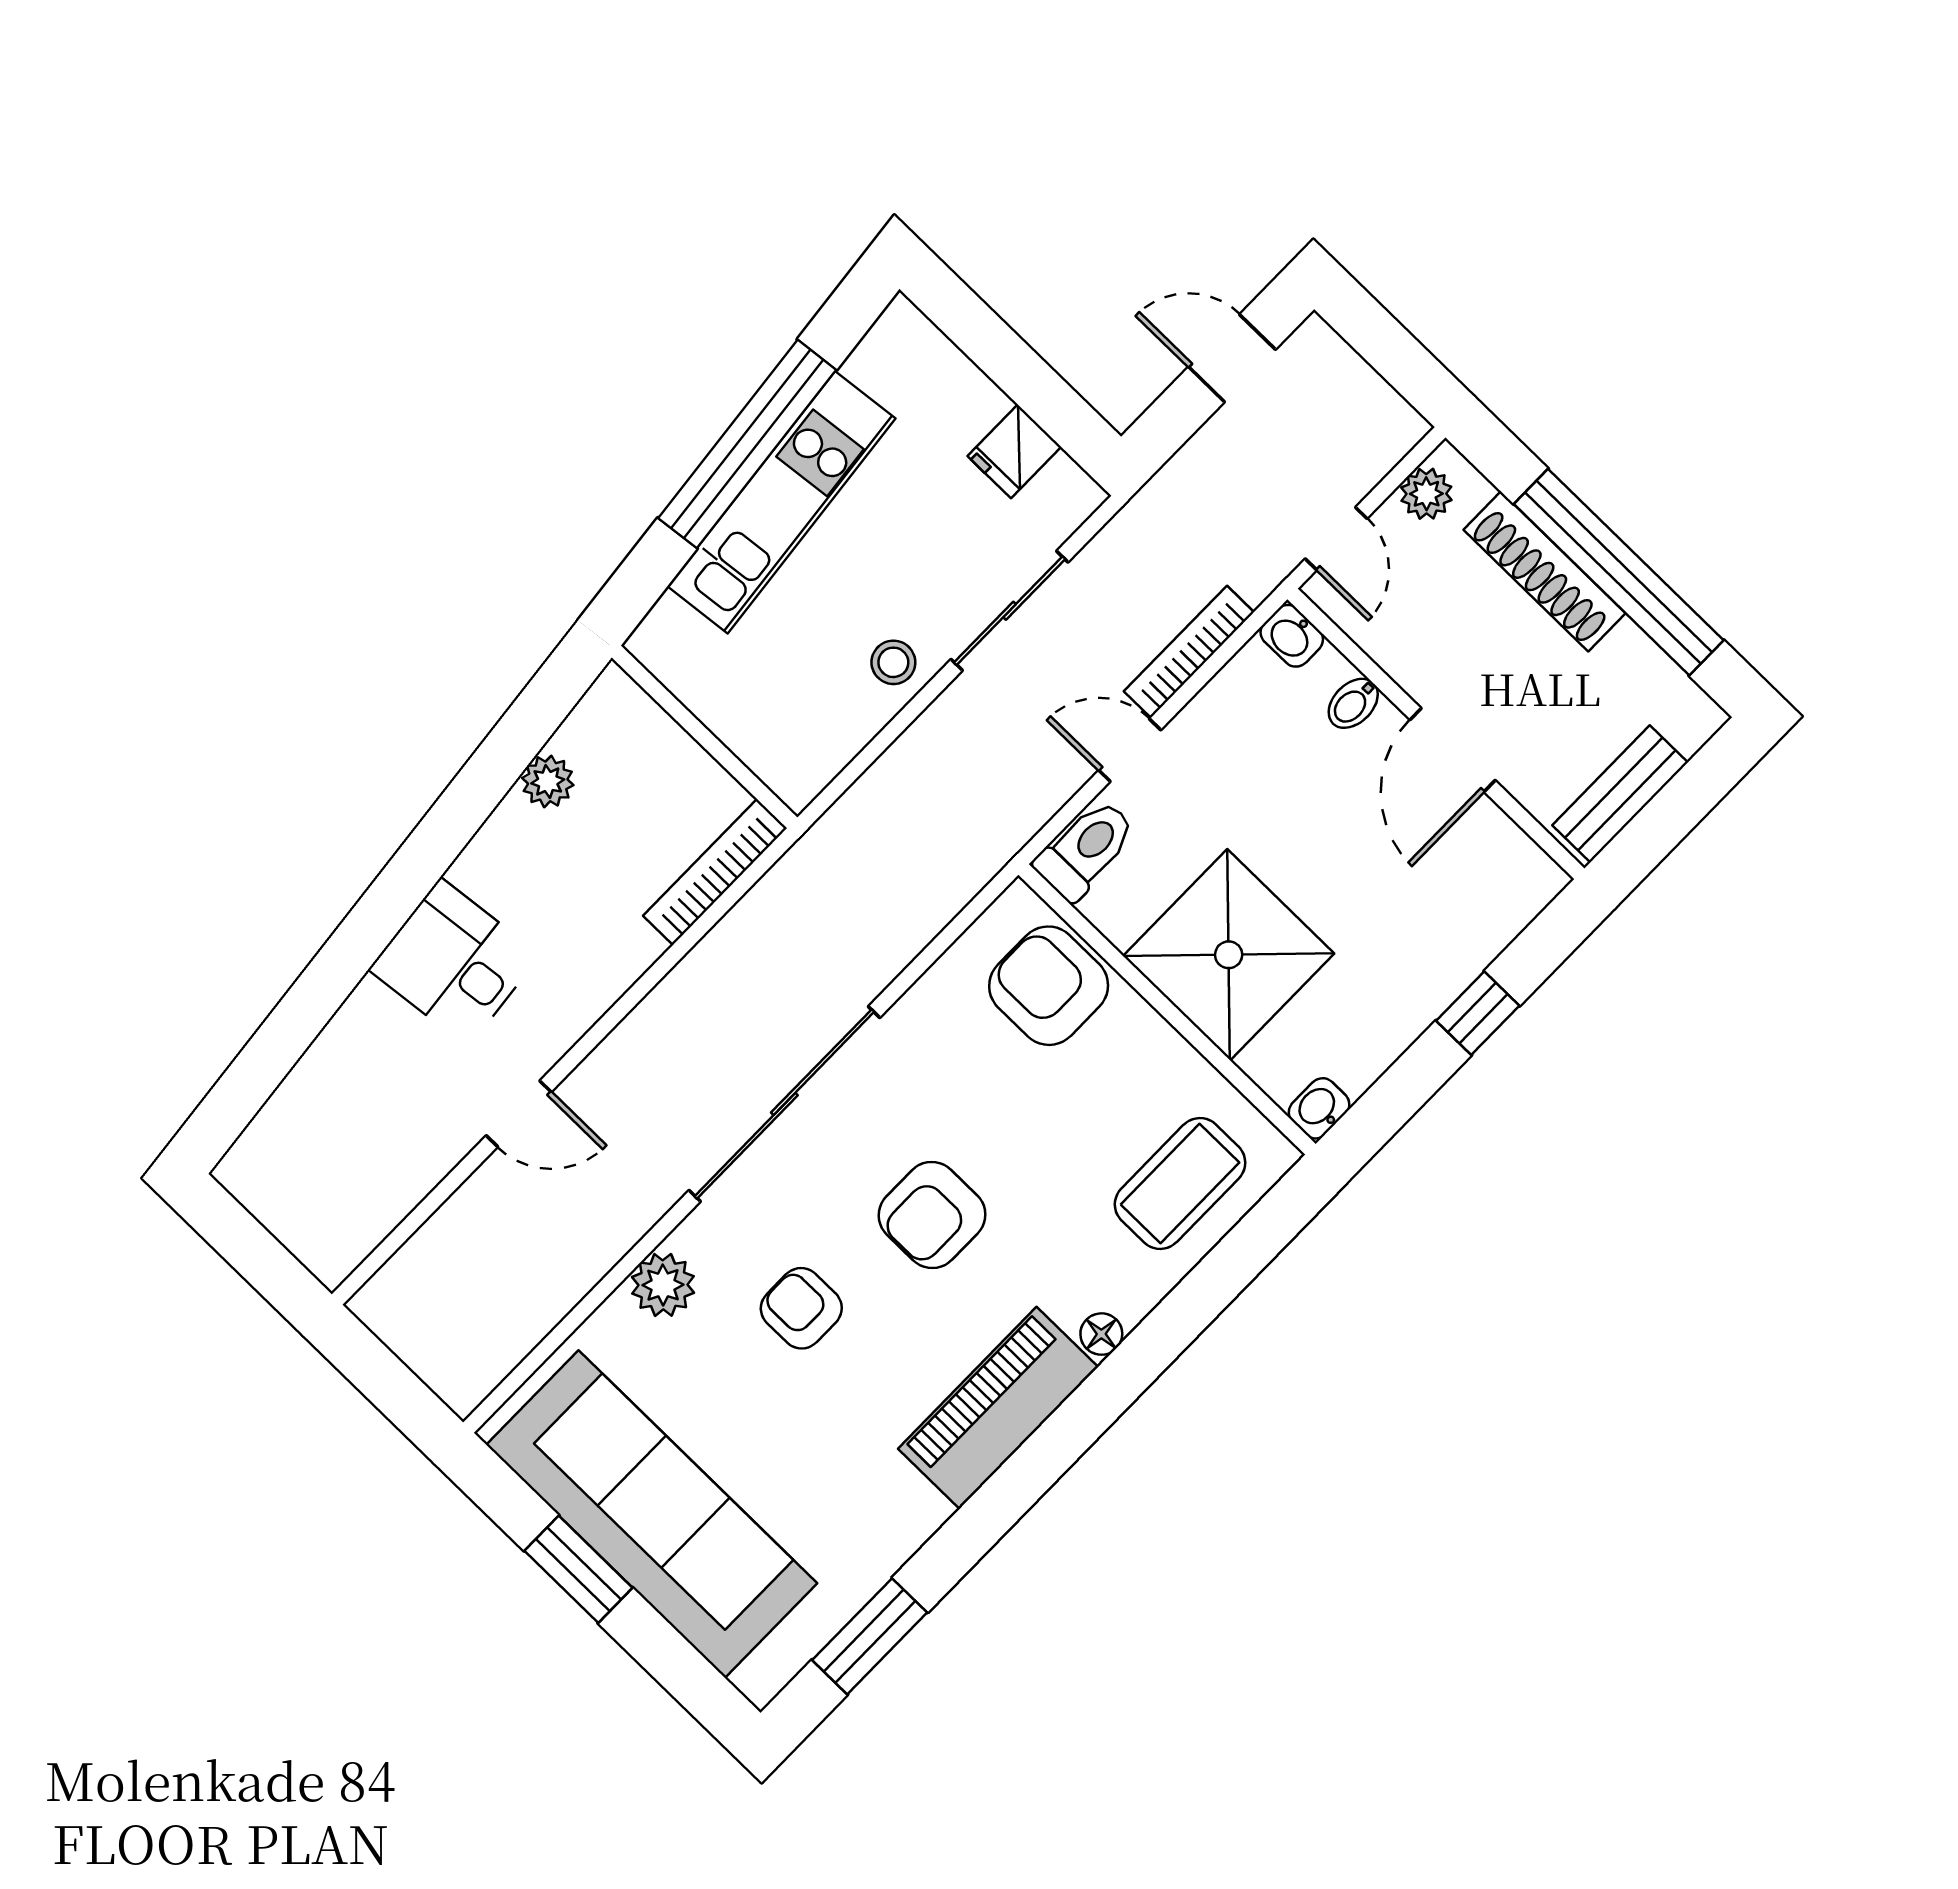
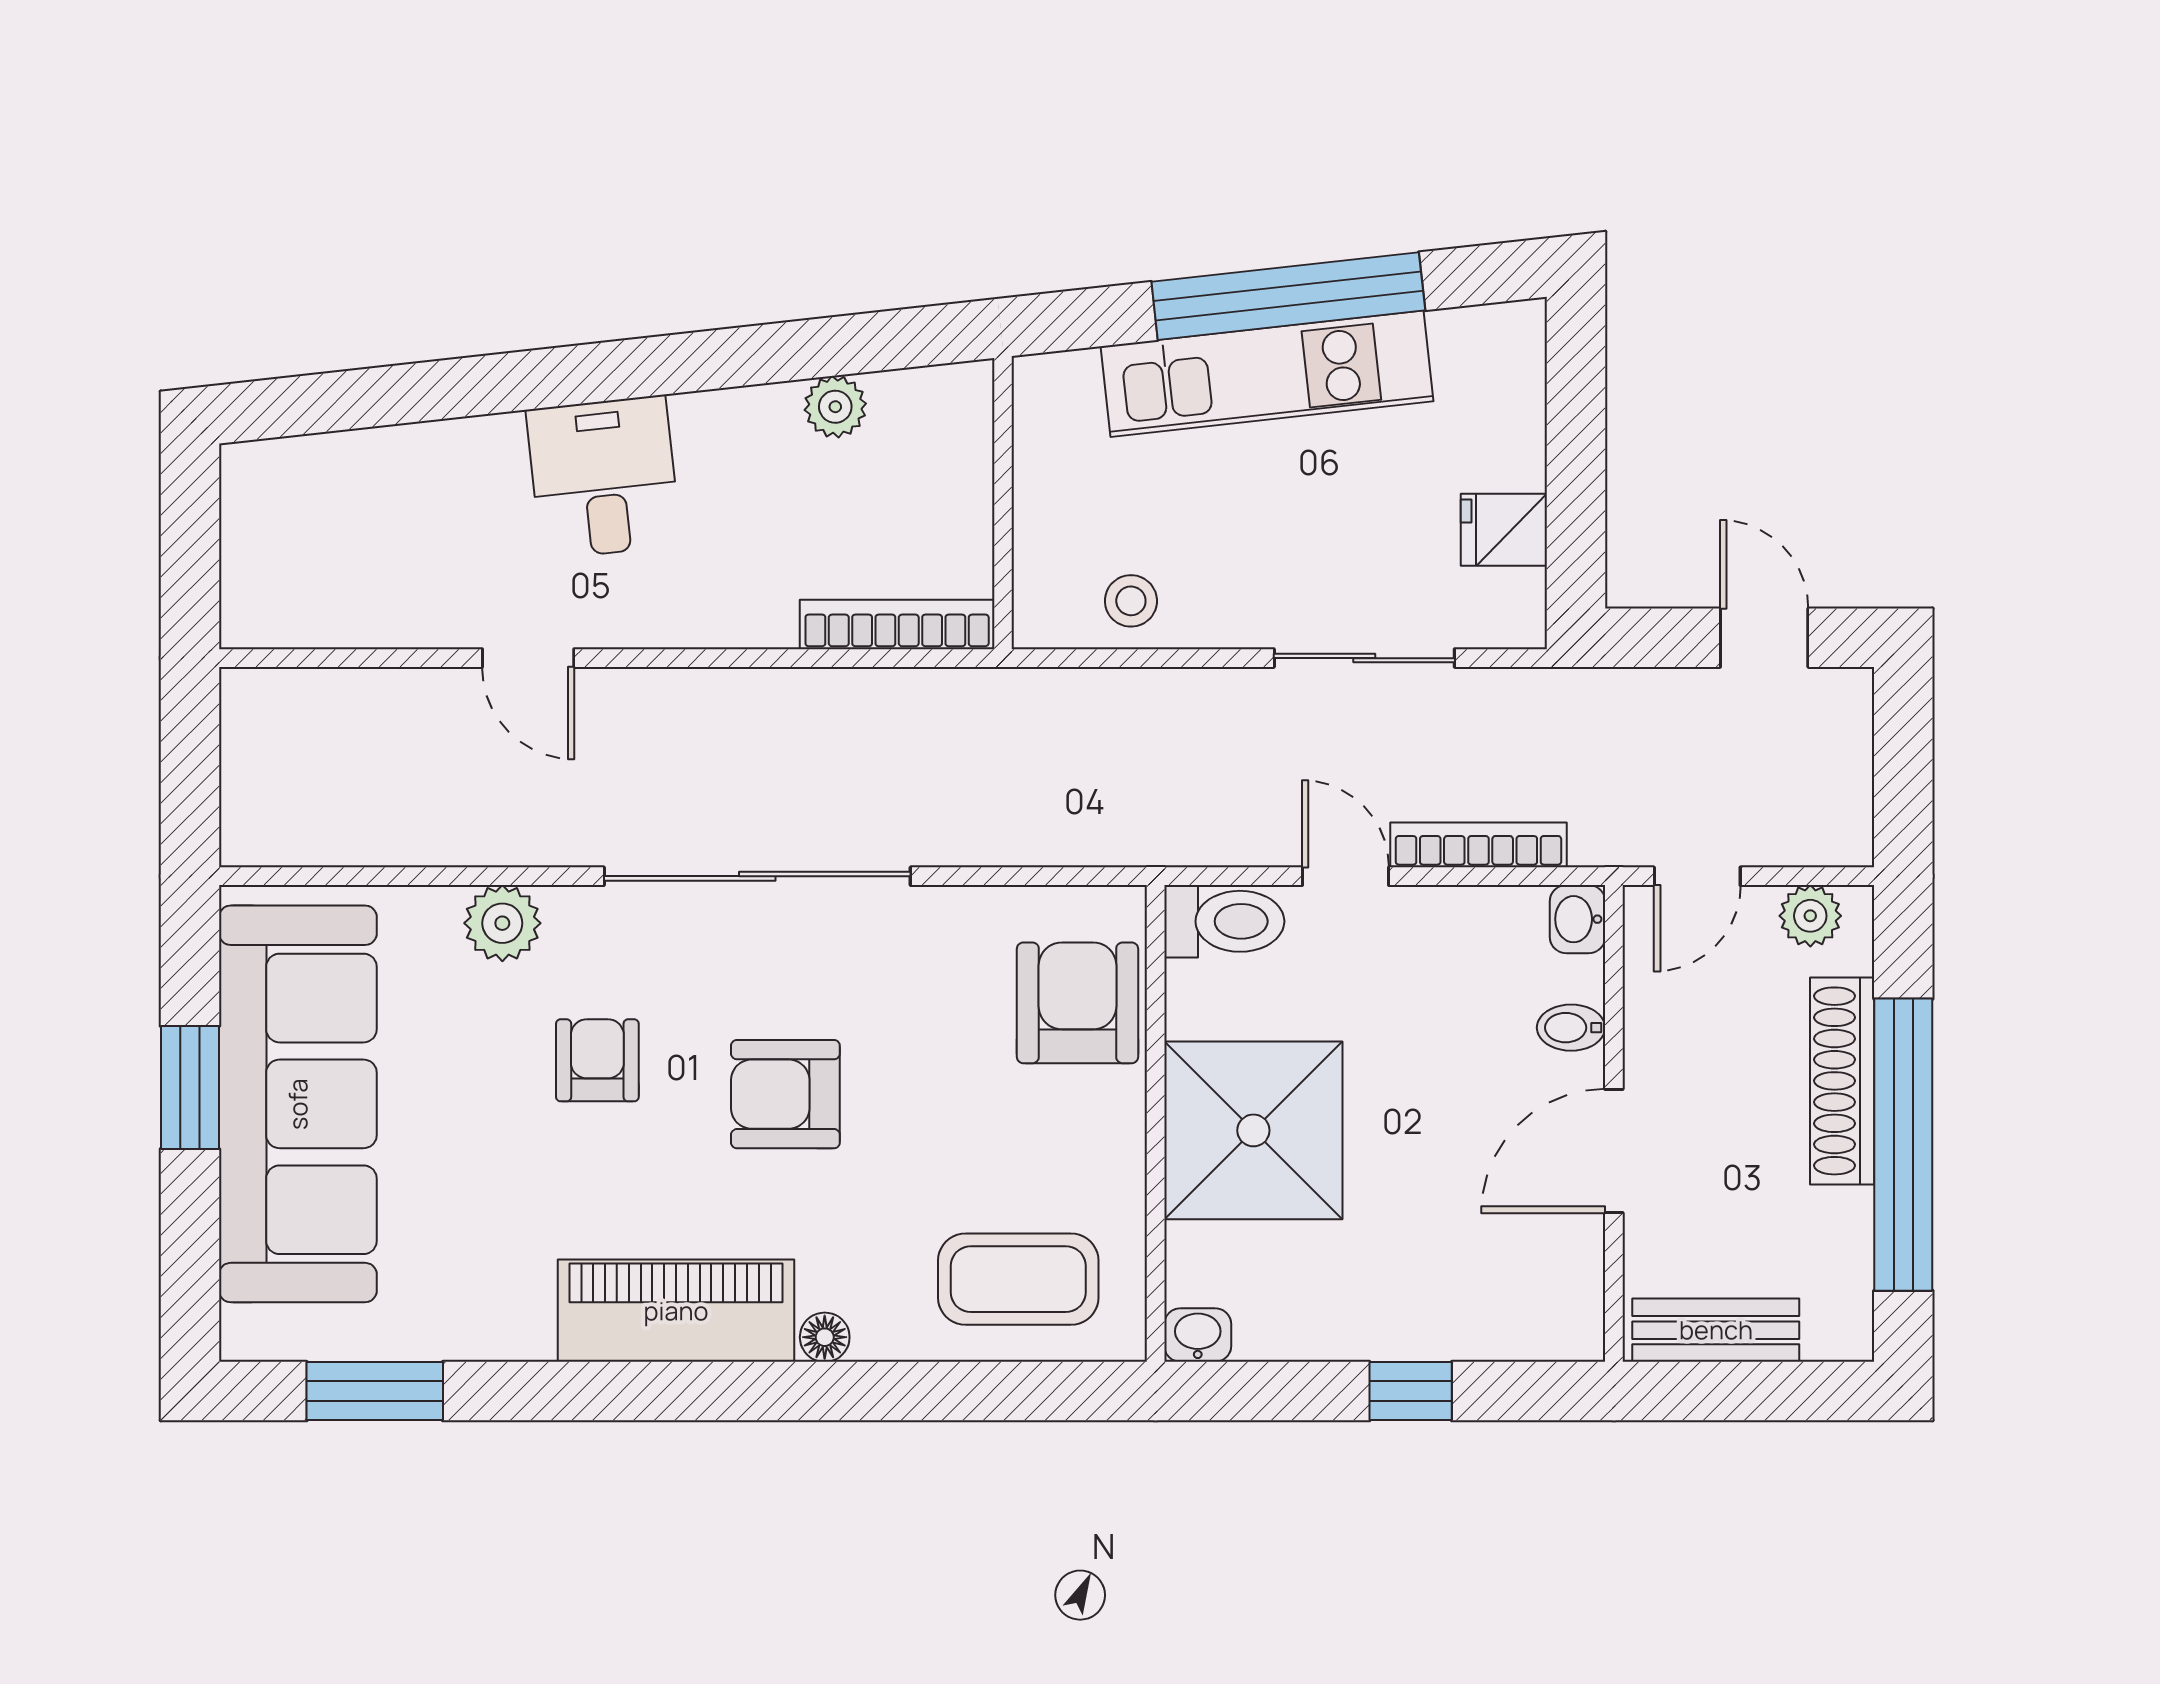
stool: (893, 662) -> (1131, 601), moved

